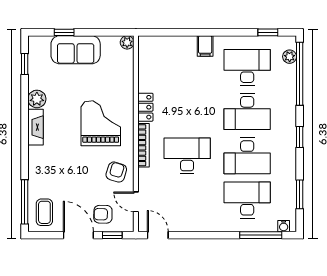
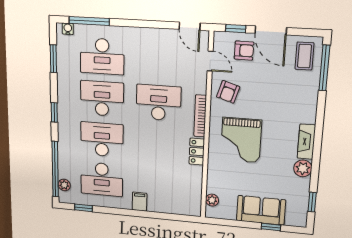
plant: (127, 42) -> (212, 200), moved
desk: (187, 156) -> (159, 103), turned 180

